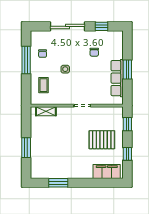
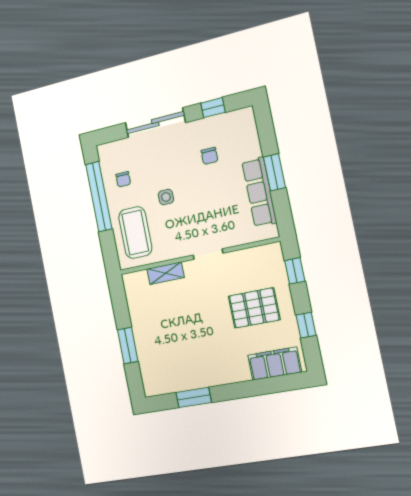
window: (26, 60) -> (99, 197), width x1.46
coffee table: (43, 85) -> (135, 233), width x1.86, depth x1.72
shelving: (46, 111) -> (166, 273), moved

